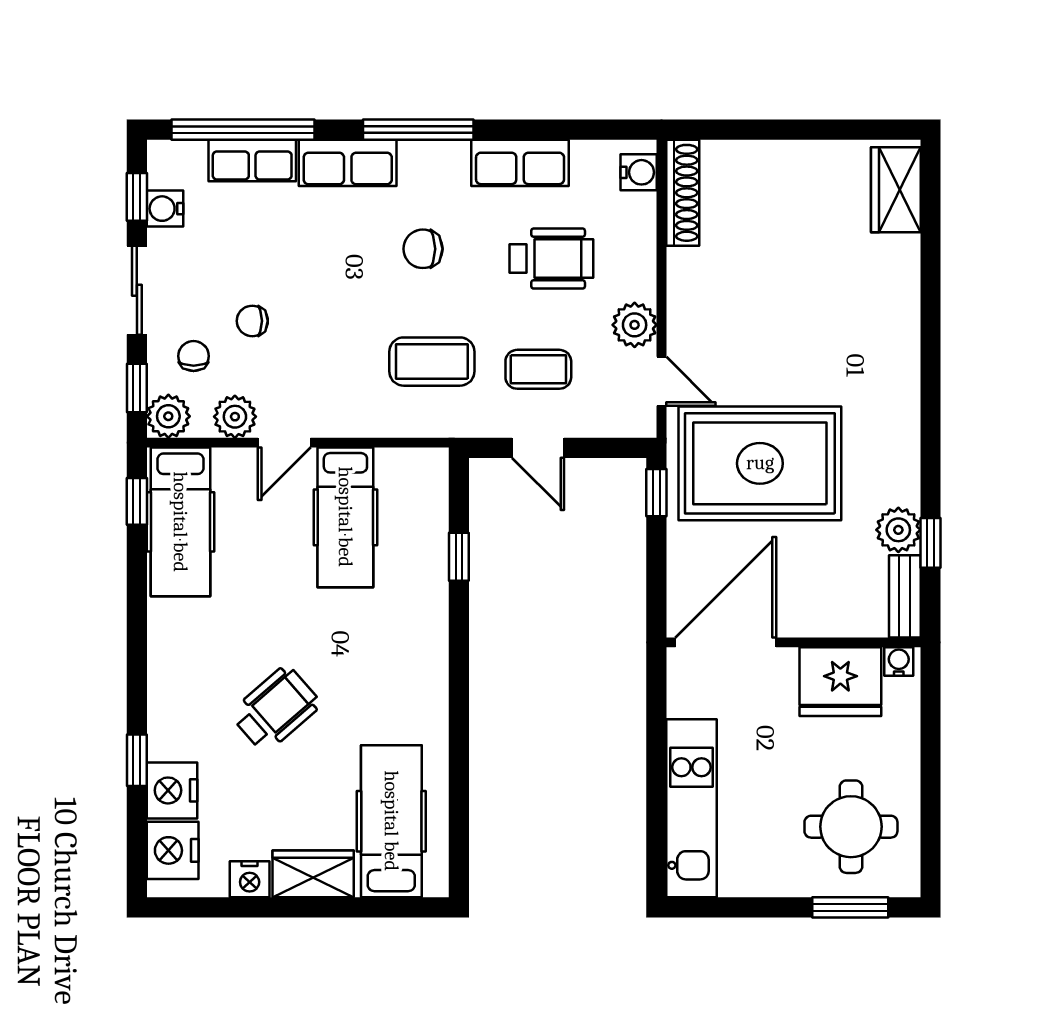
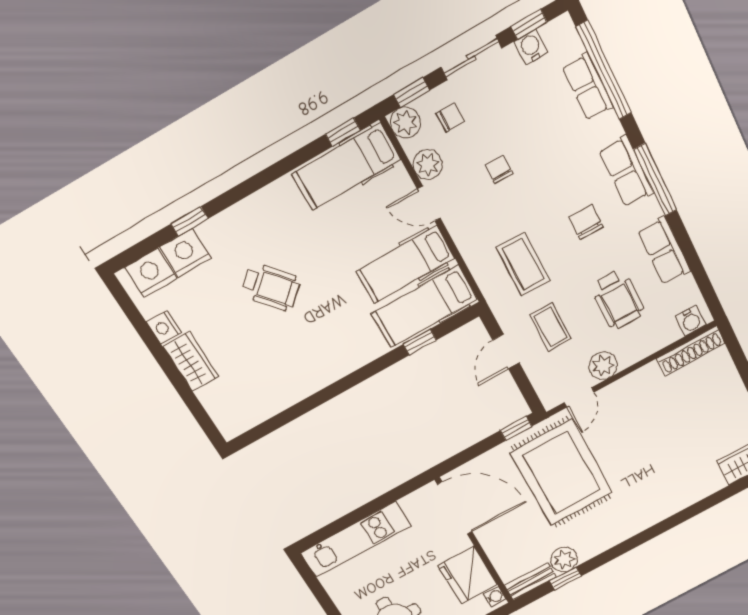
row of seats: (348, 163) -> (626, 172), moved
chair: (252, 321) -> (499, 169), moved
hospital bed: (391, 821) -> (424, 307), moved, turned 180

